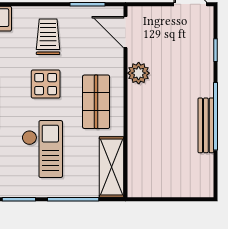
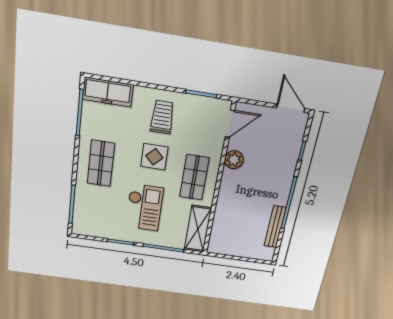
door: (126, 32) -> (230, 124), swing flipped
bench: (206, 125) -> (275, 227), moved

